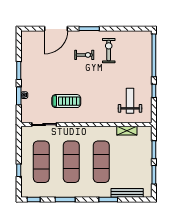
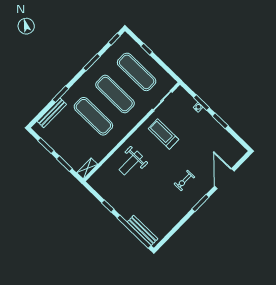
bench: (147, 50) -> (142, 230), added
exercise bike: (109, 51) -> (170, 202), removed
treadmill: (66, 101) -> (163, 134), turned 90
weight bench: (130, 101) -> (131, 163), moved, turned 90
shelving: (127, 131) -> (87, 168), moved

